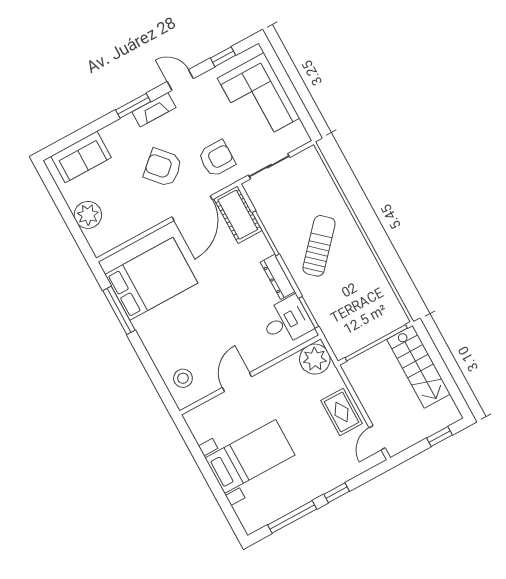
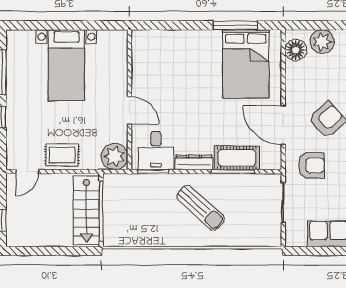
armchair: (217, 158) -> (311, 165), turned -90
cot: (238, 215) -> (237, 158), moved
floor lamp: (111, 237) -> (296, 50), added
stairs: (418, 367) -> (86, 210), moved, turned -90
stool: (183, 378) -> (155, 46), removed
door: (237, 382) -> (129, 110), moved
door: (377, 438) -> (27, 172), swing flipped

